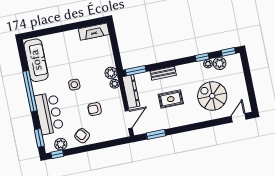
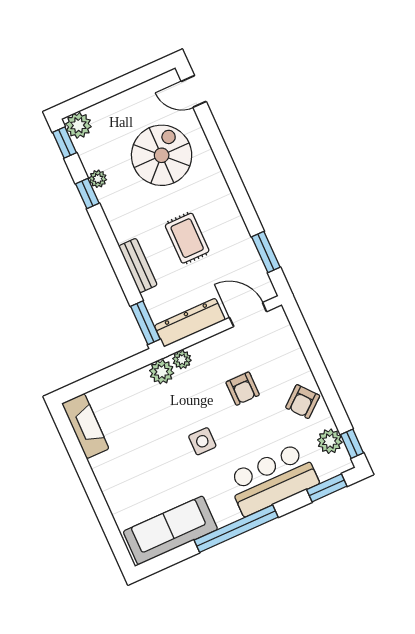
plant: (220, 63) -> (78, 125), moved
spiral stairs: (212, 96) -> (162, 155), turned 180

